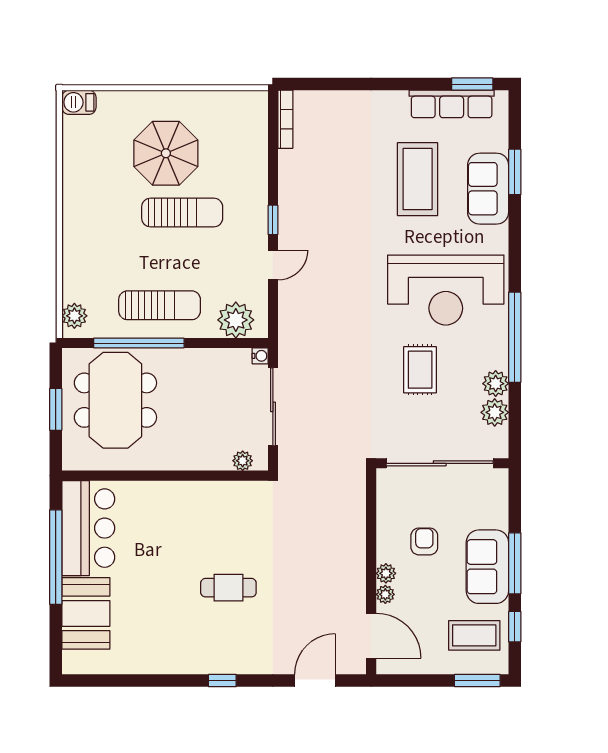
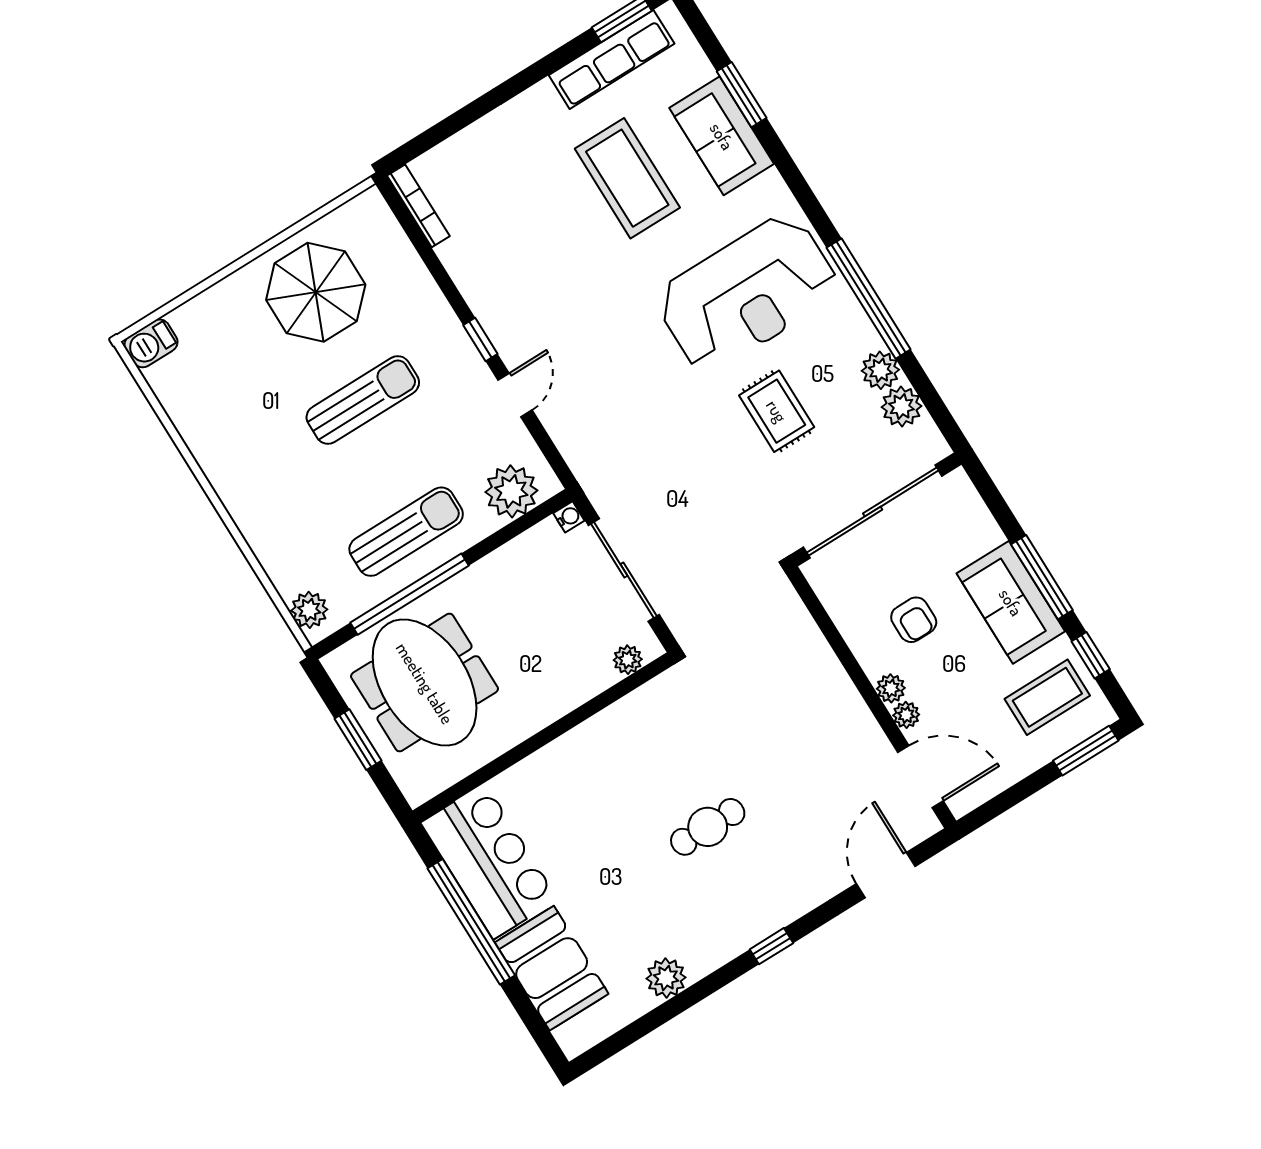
parasol: (166, 153) -> (316, 292), moved
armchair: (424, 541) -> (914, 620), turned 180
plant: (149, 661) -> (666, 978), added

